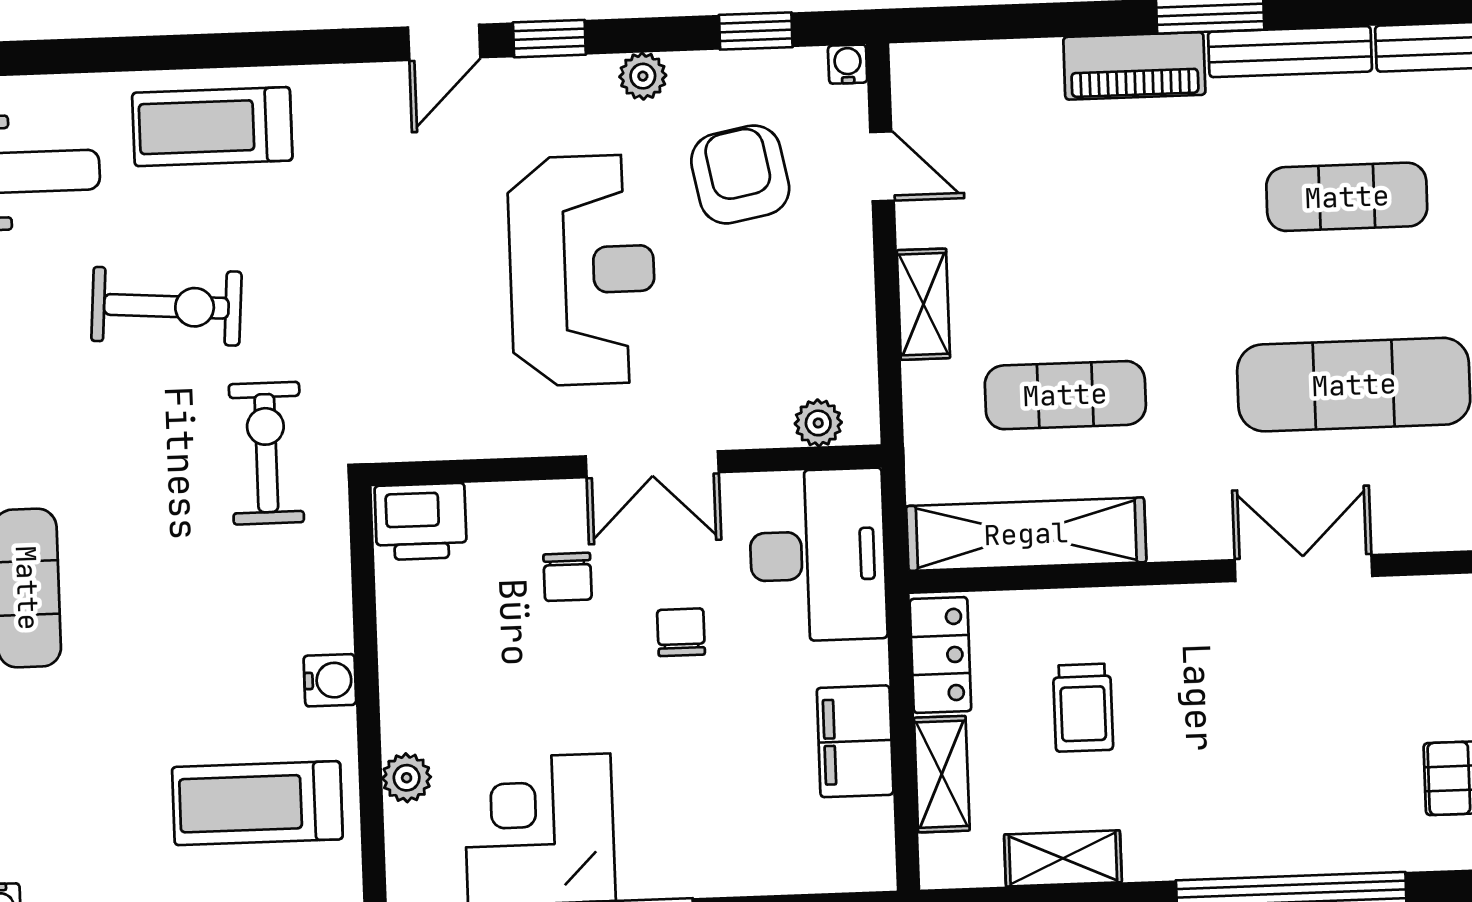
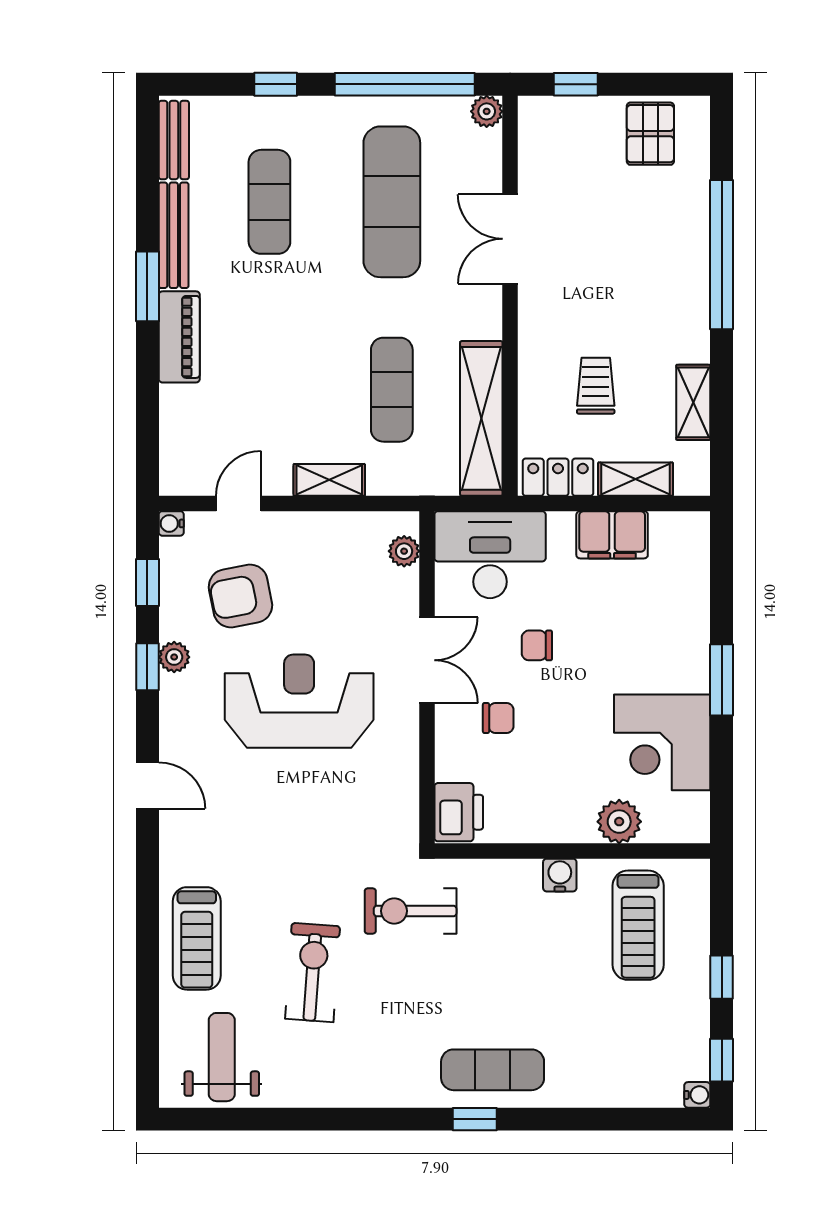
window: (549, 39) -> (147, 667), moved
trolley: (1083, 708) -> (596, 386), turned -90
plant: (407, 778) -> (619, 822), width x1.38, depth x1.38

